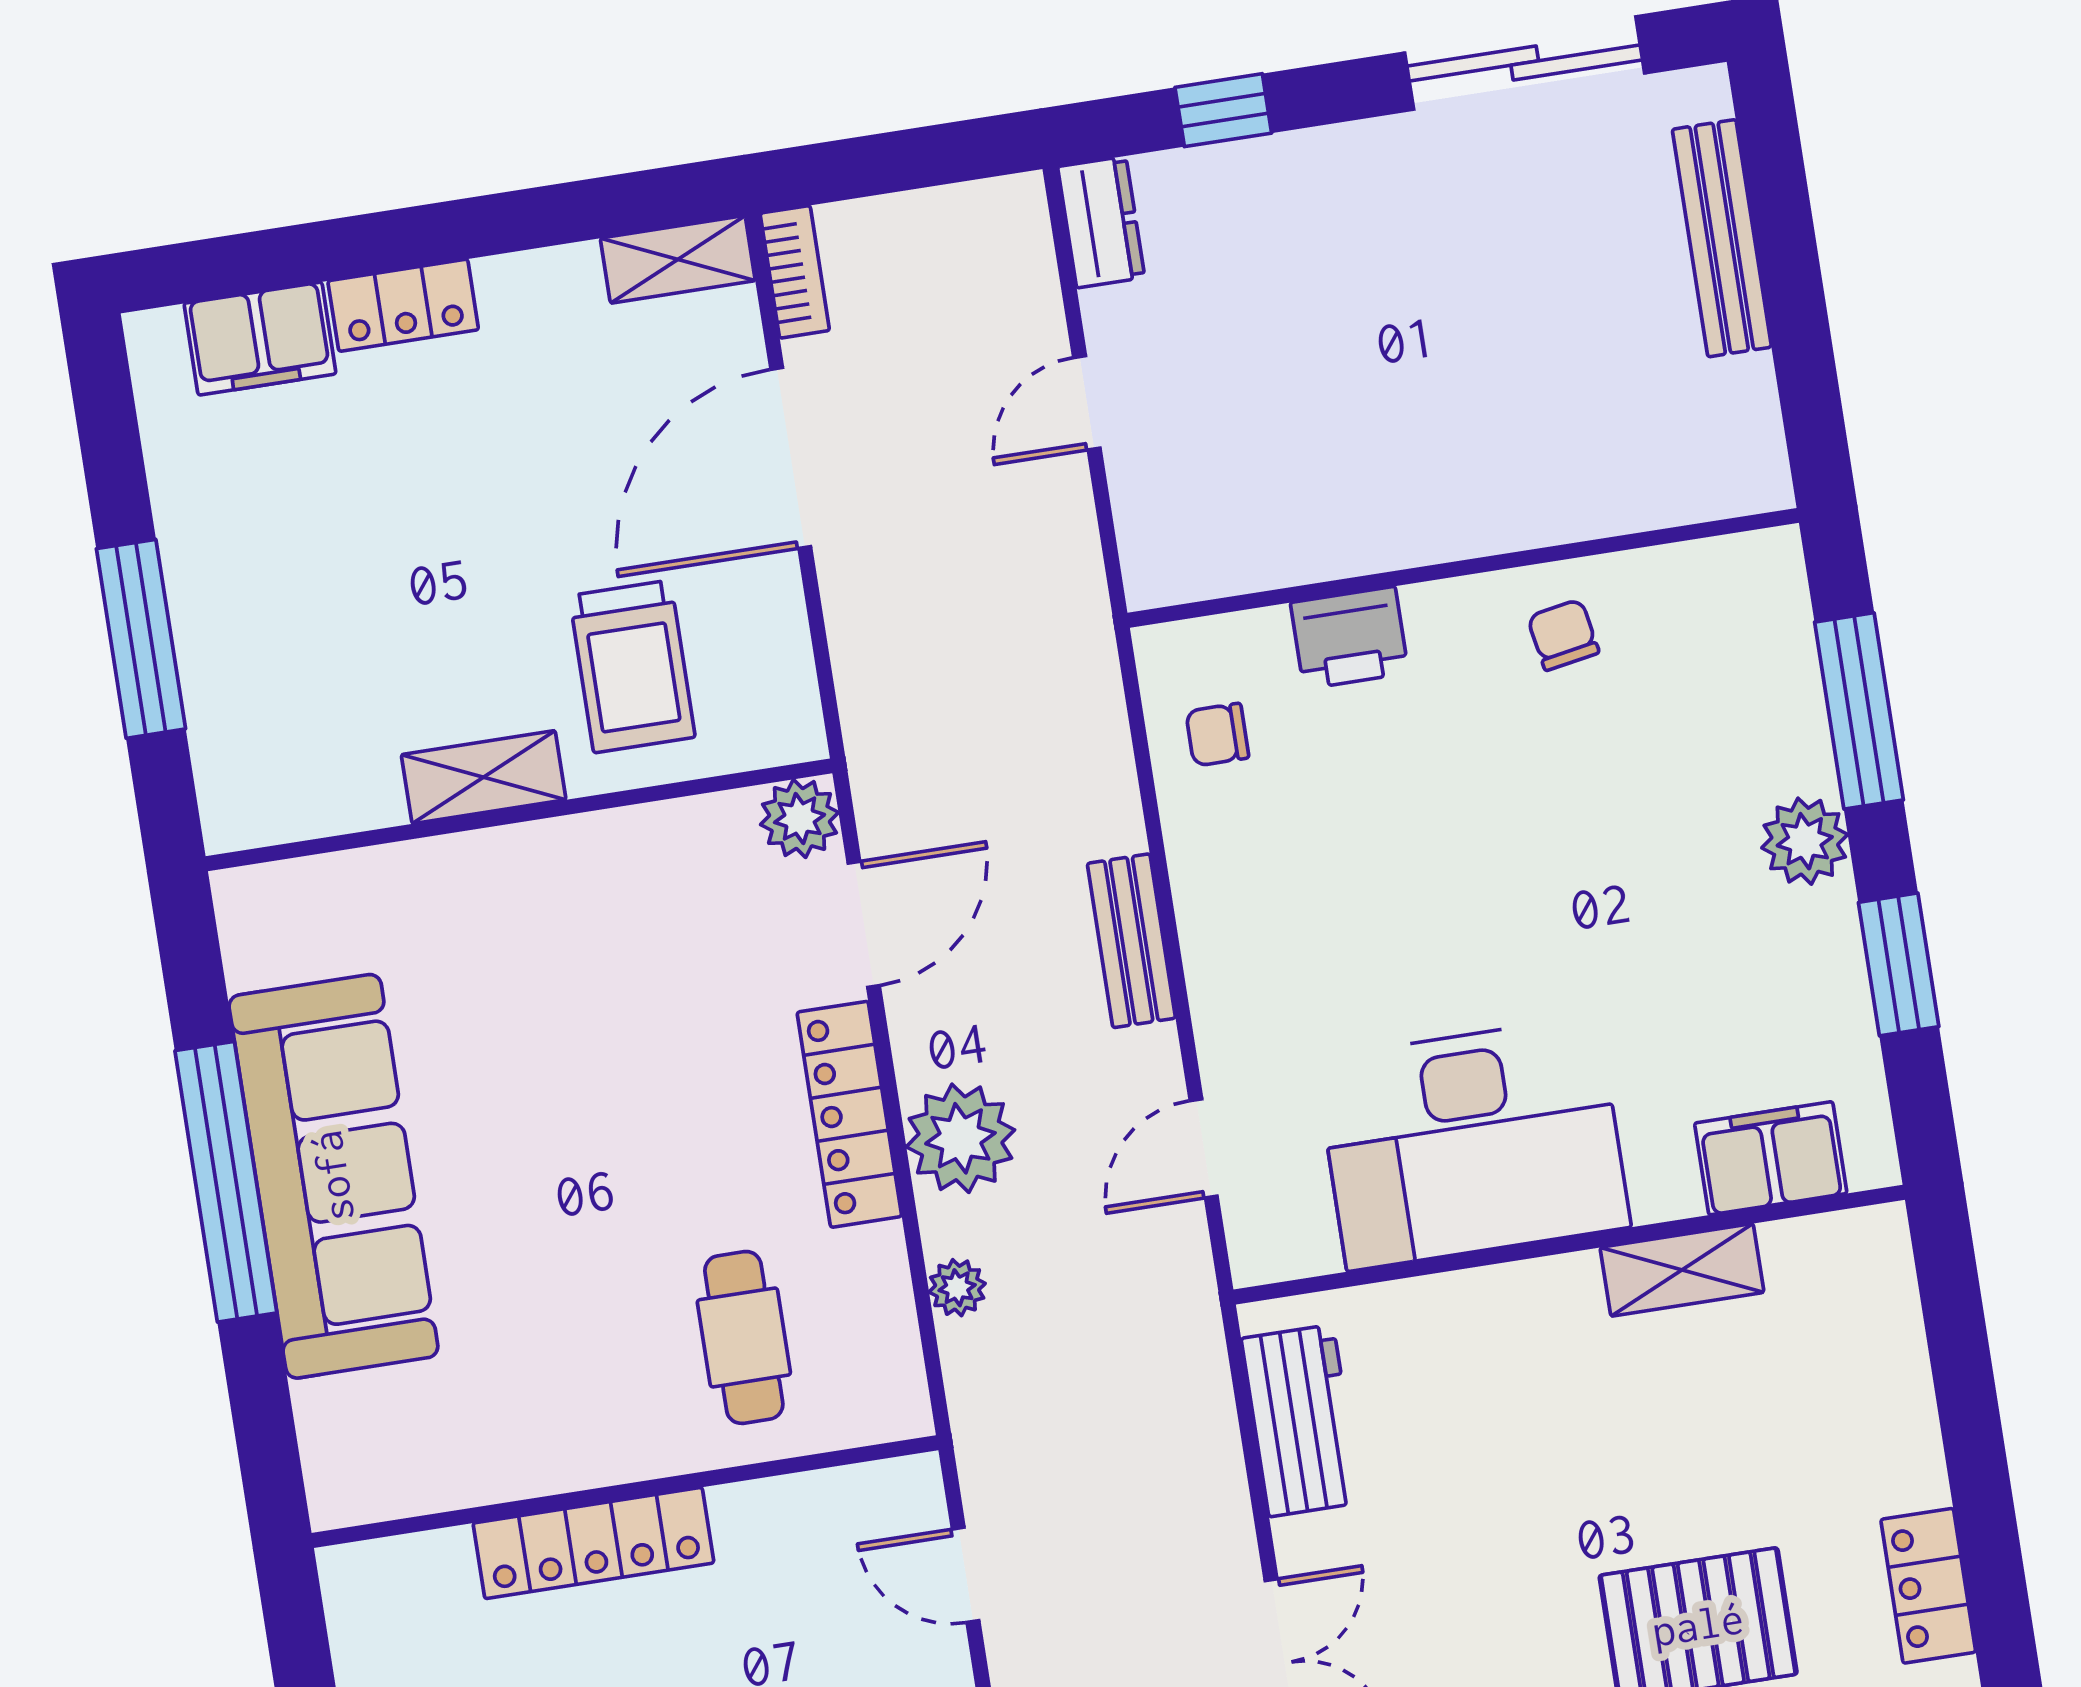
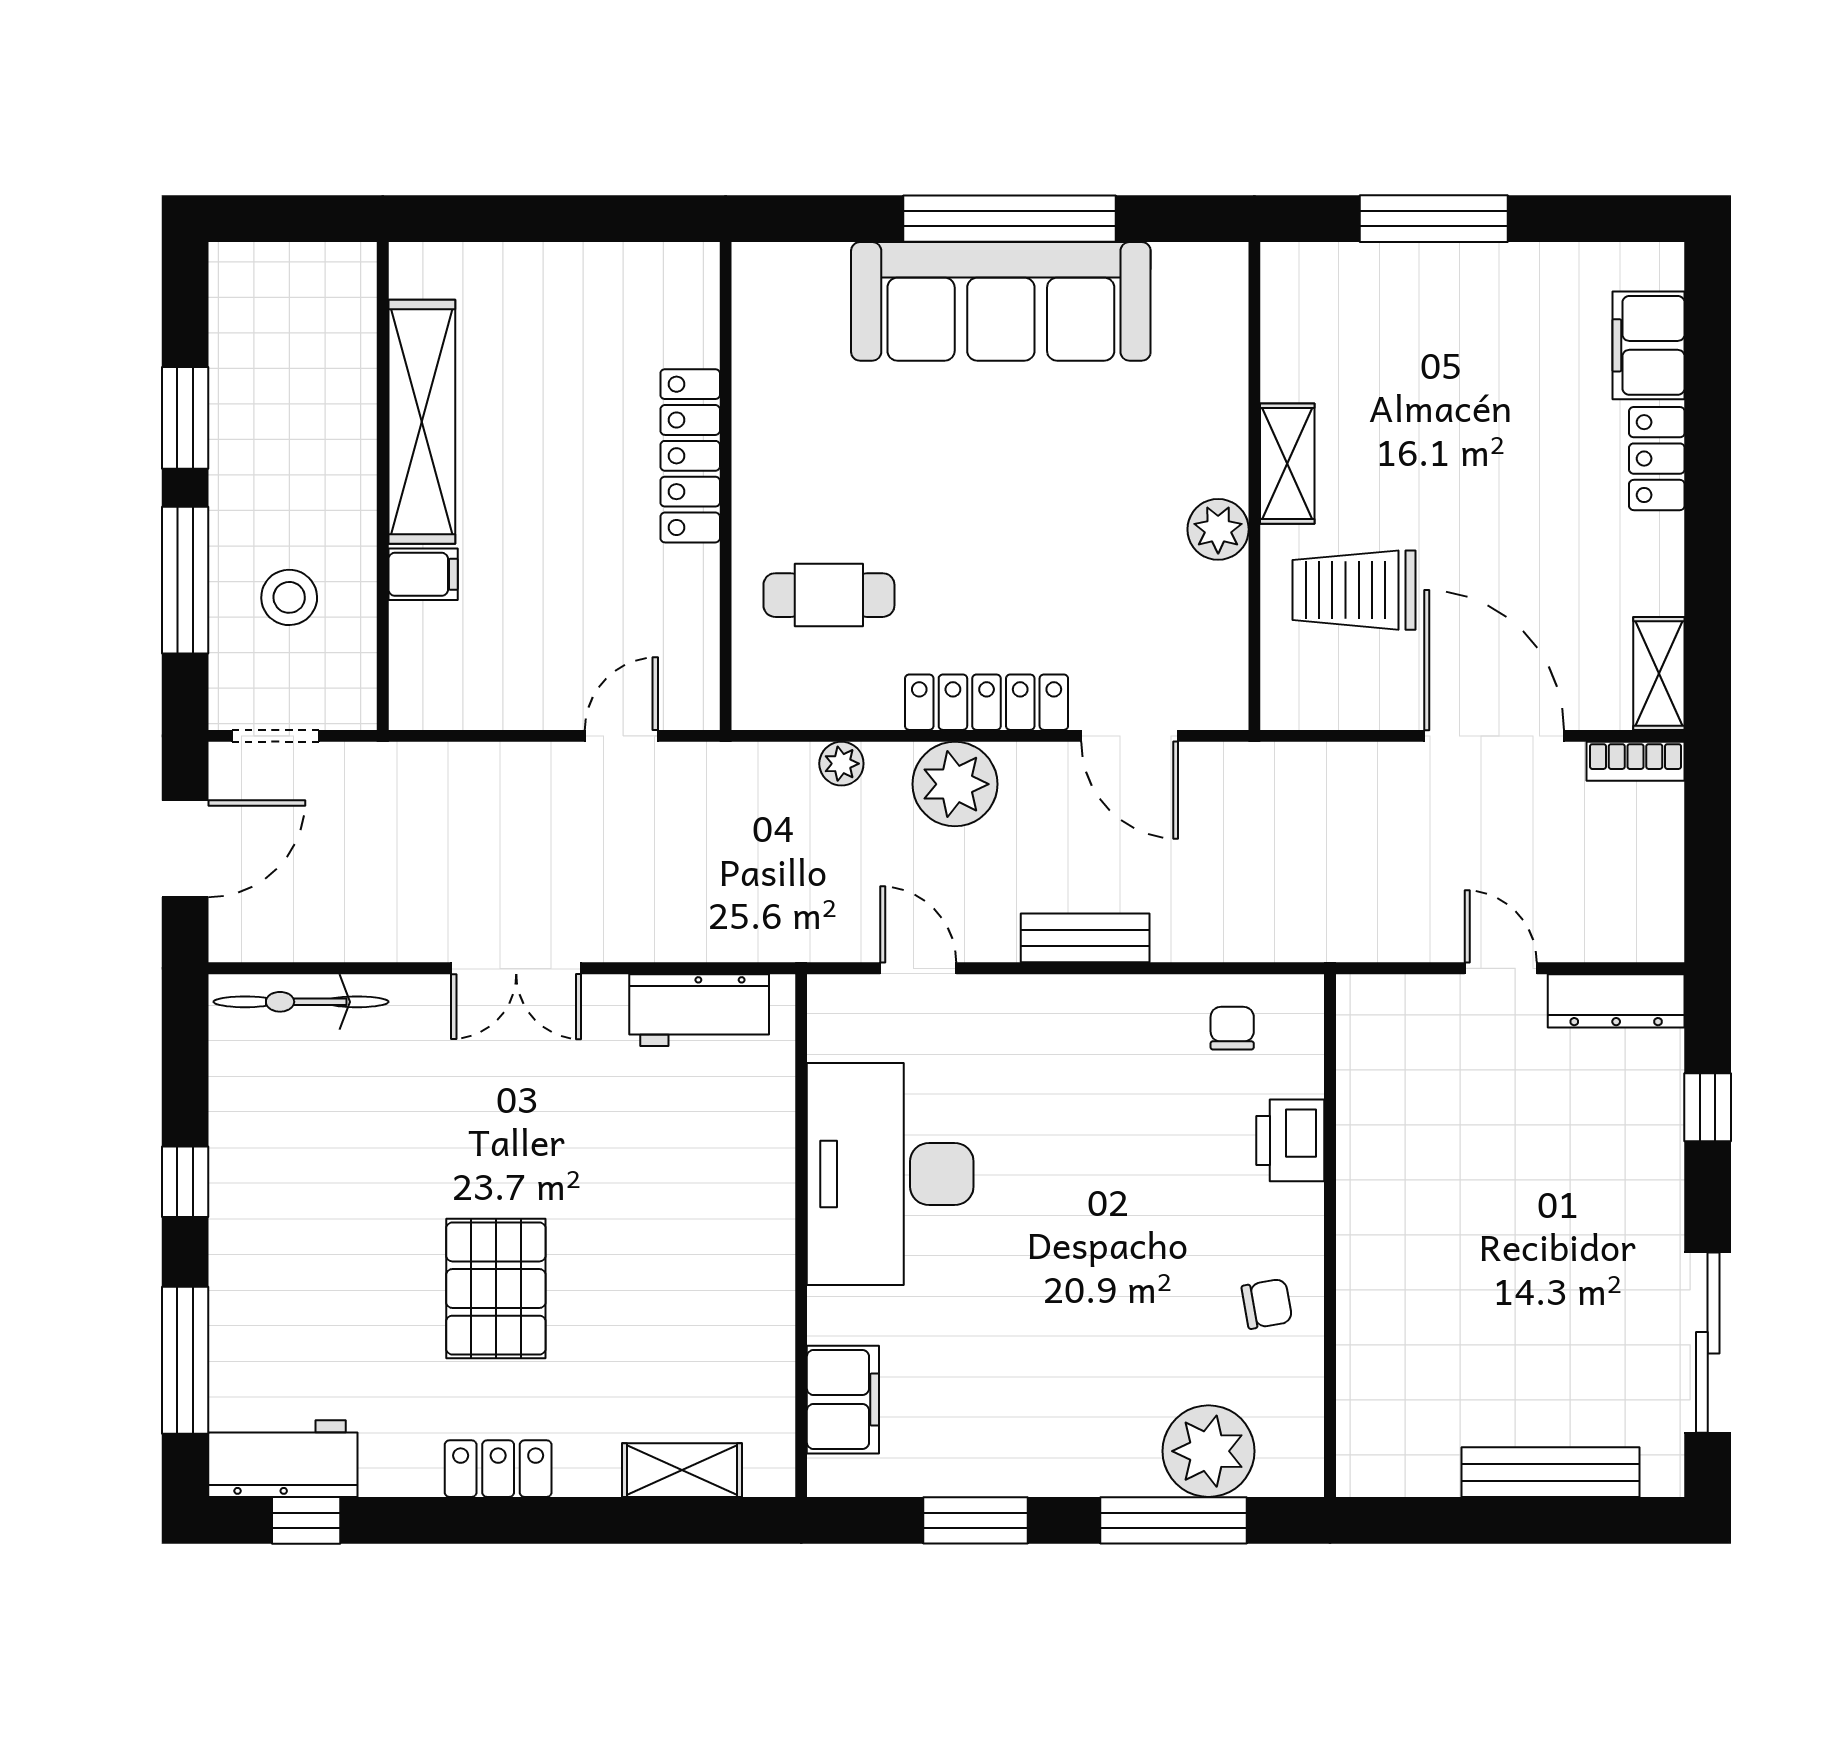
dresser: (1101, 222) -> (1616, 1001), width x1.44
plant: (800, 819) -> (1218, 529), moved
plant: (1805, 841) -> (1209, 1451), moved, width x1.36, depth x1.36
shelving: (1682, 1270) -> (682, 1470), moved, turned 90

